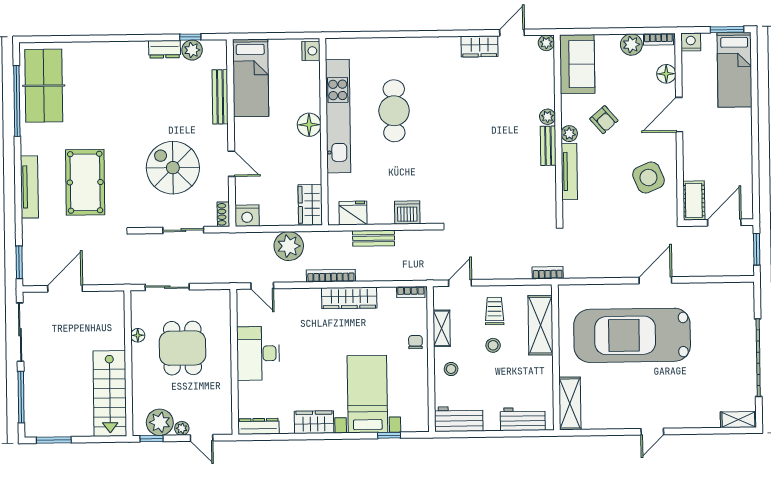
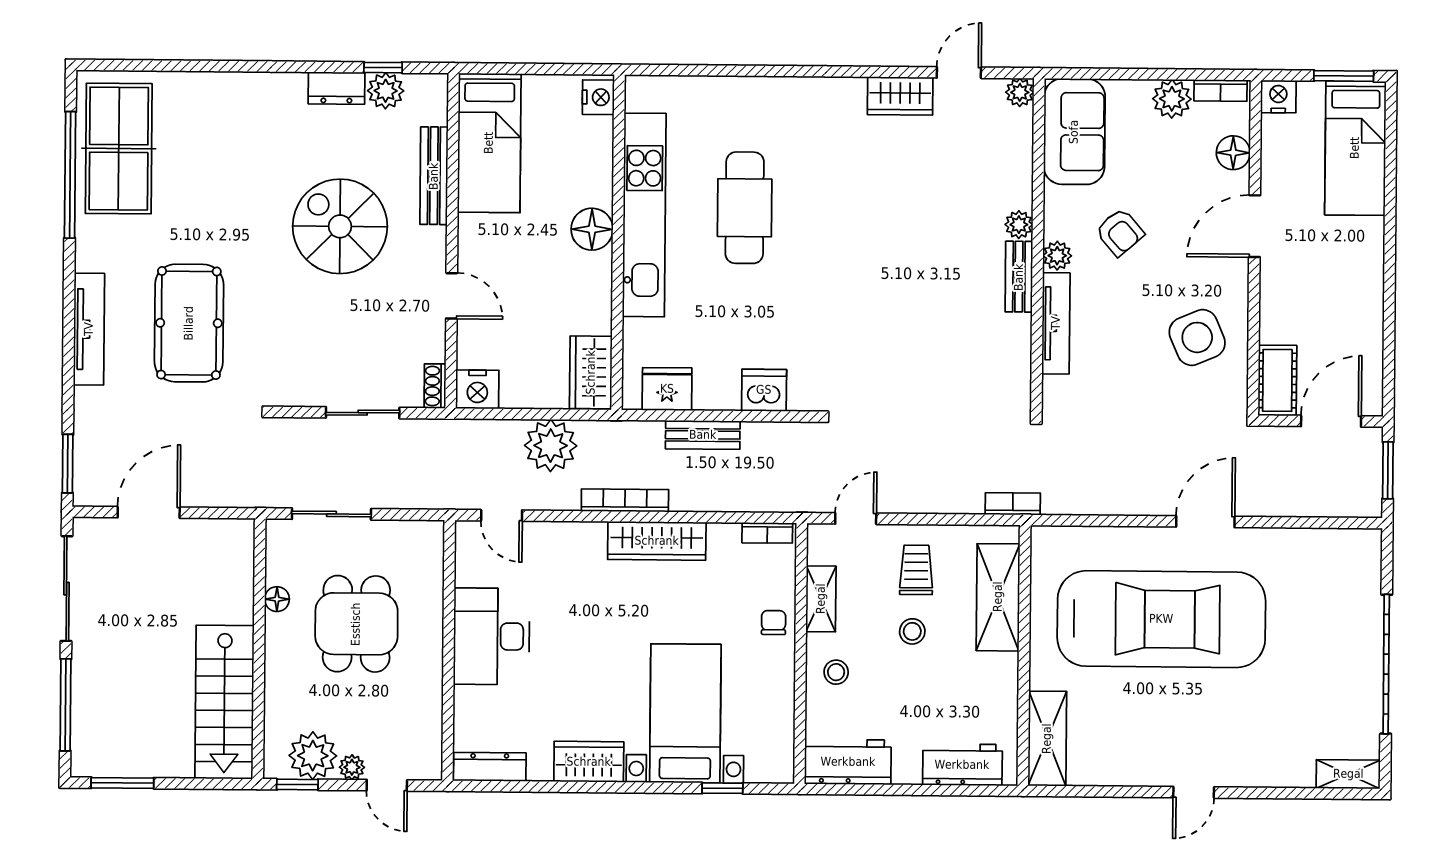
spiral stairs: (173, 168) -> (340, 226), moved
car: (632, 335) -> (1161, 619), turned 180

